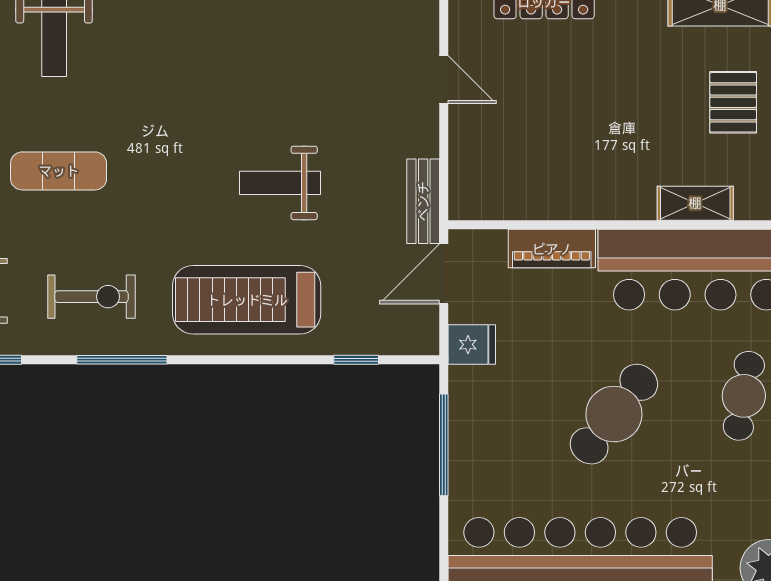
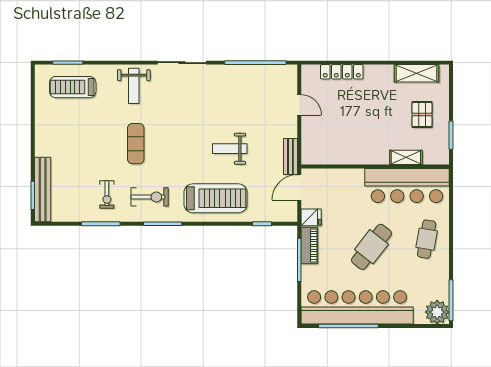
exercise mat: (59, 171) -> (136, 144), turned 90
piano: (552, 249) -> (309, 245), moved, turned -90
treadmill: (247, 300) -> (216, 198), turned 180

